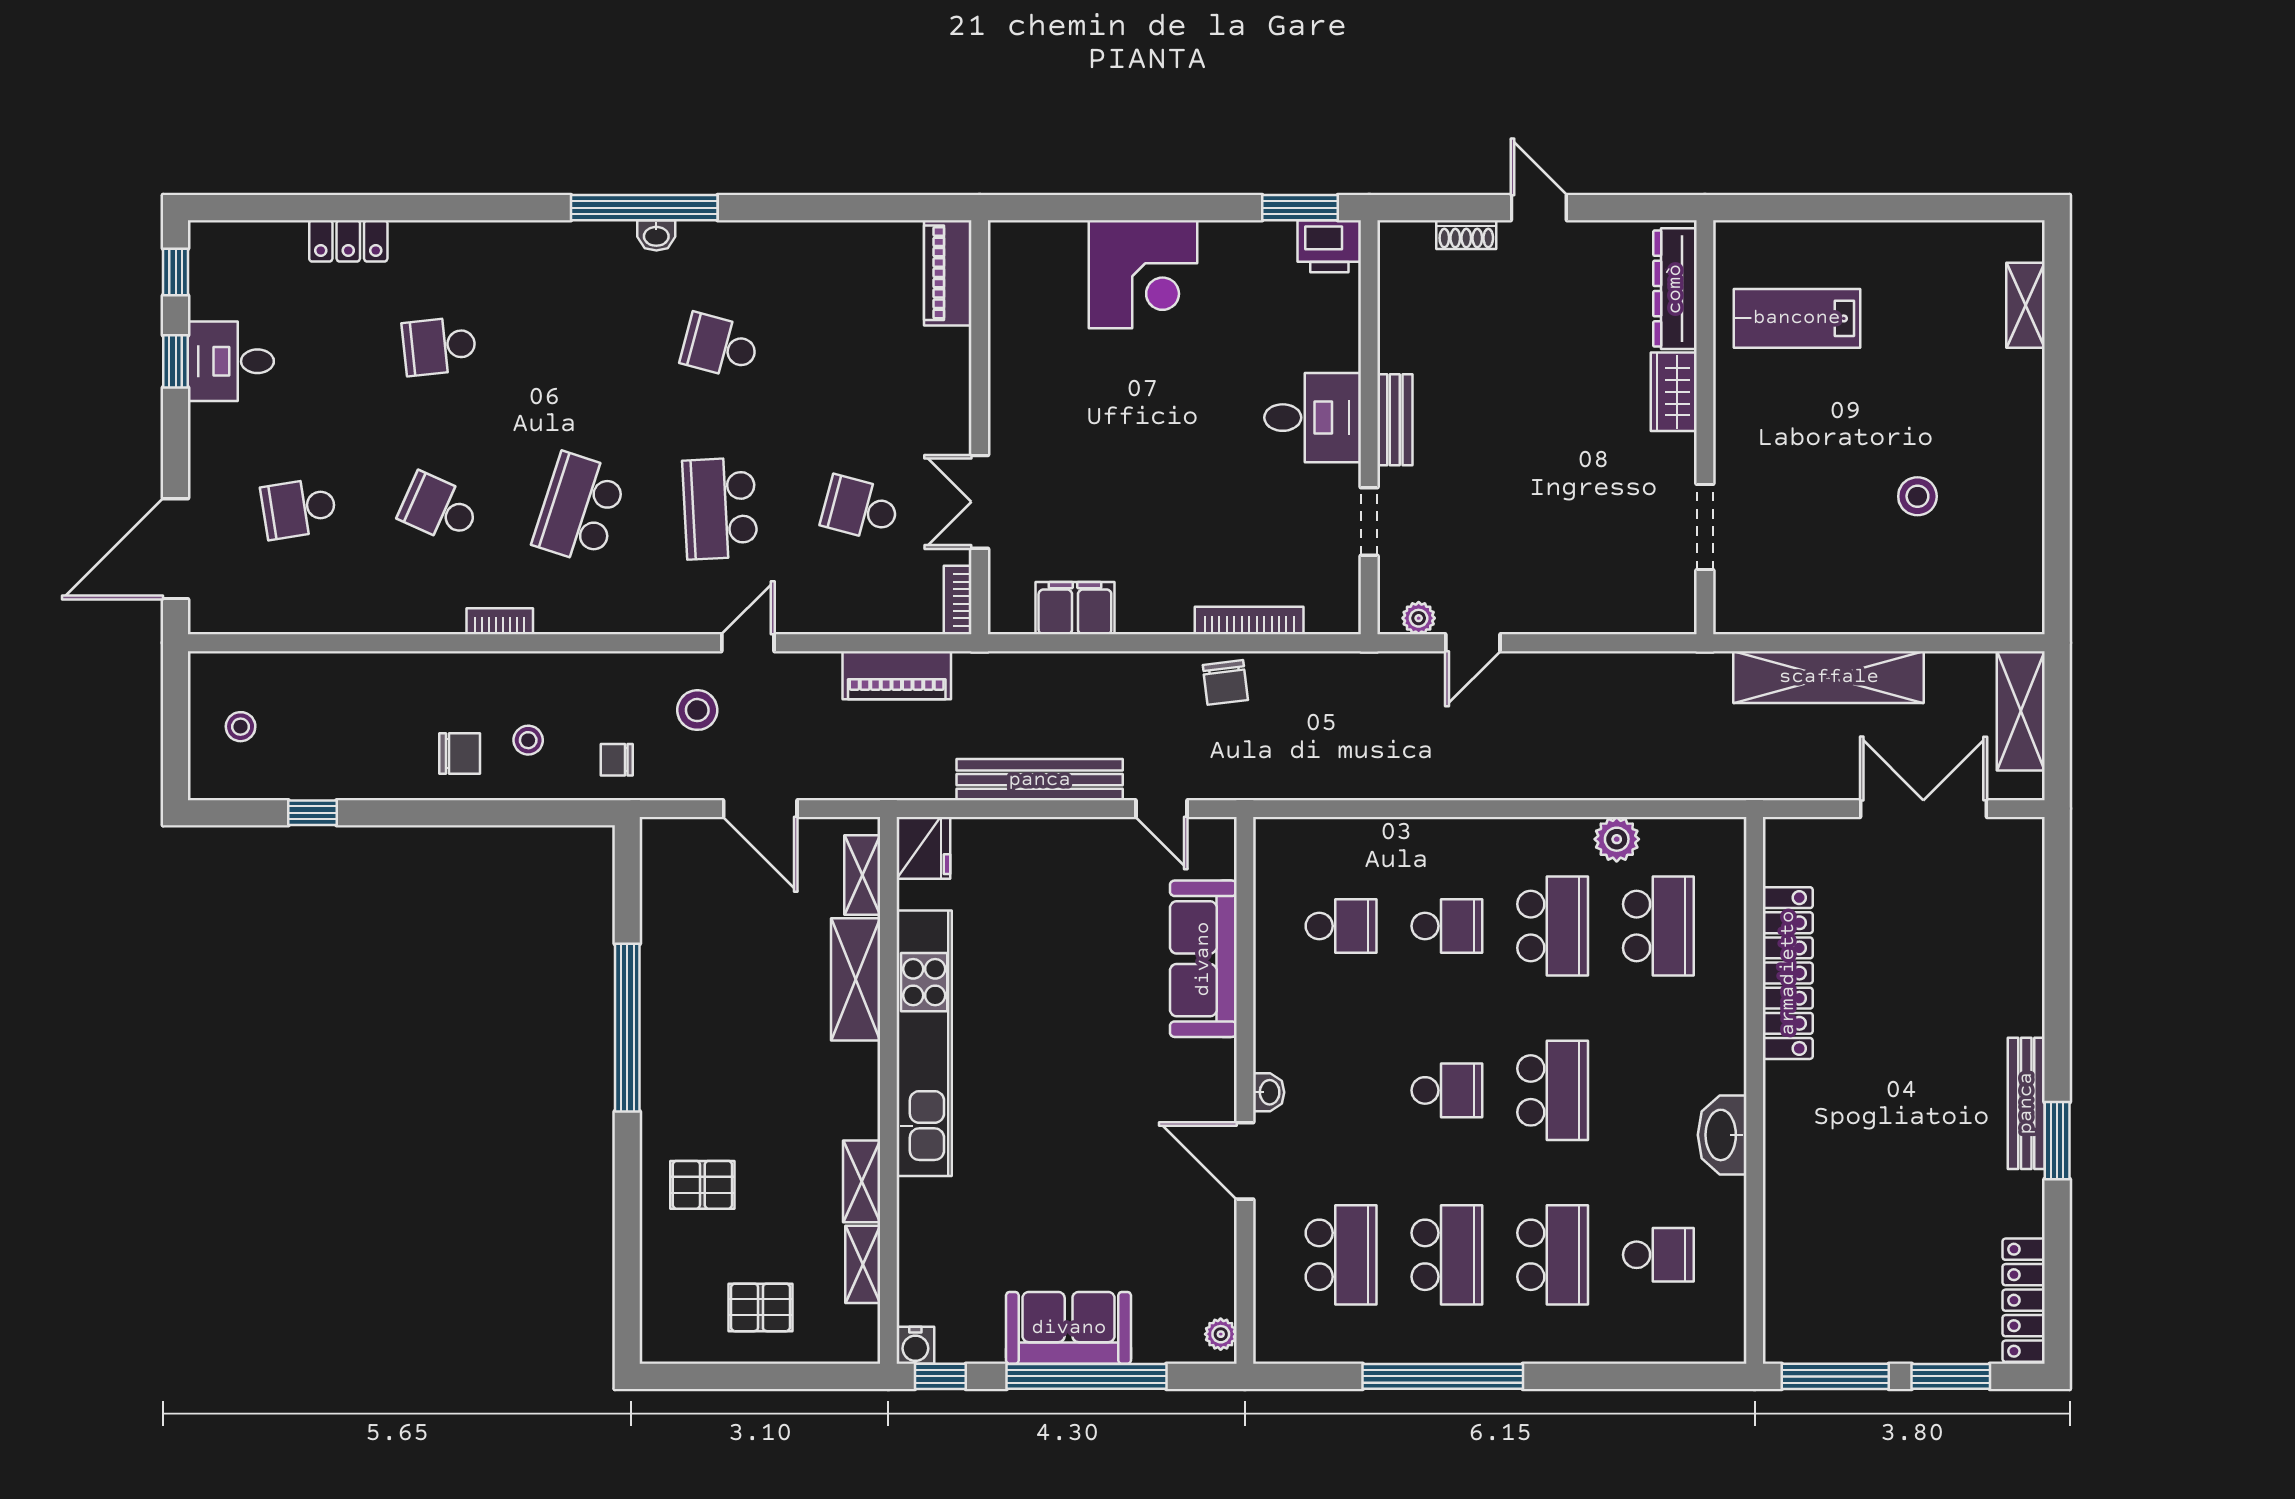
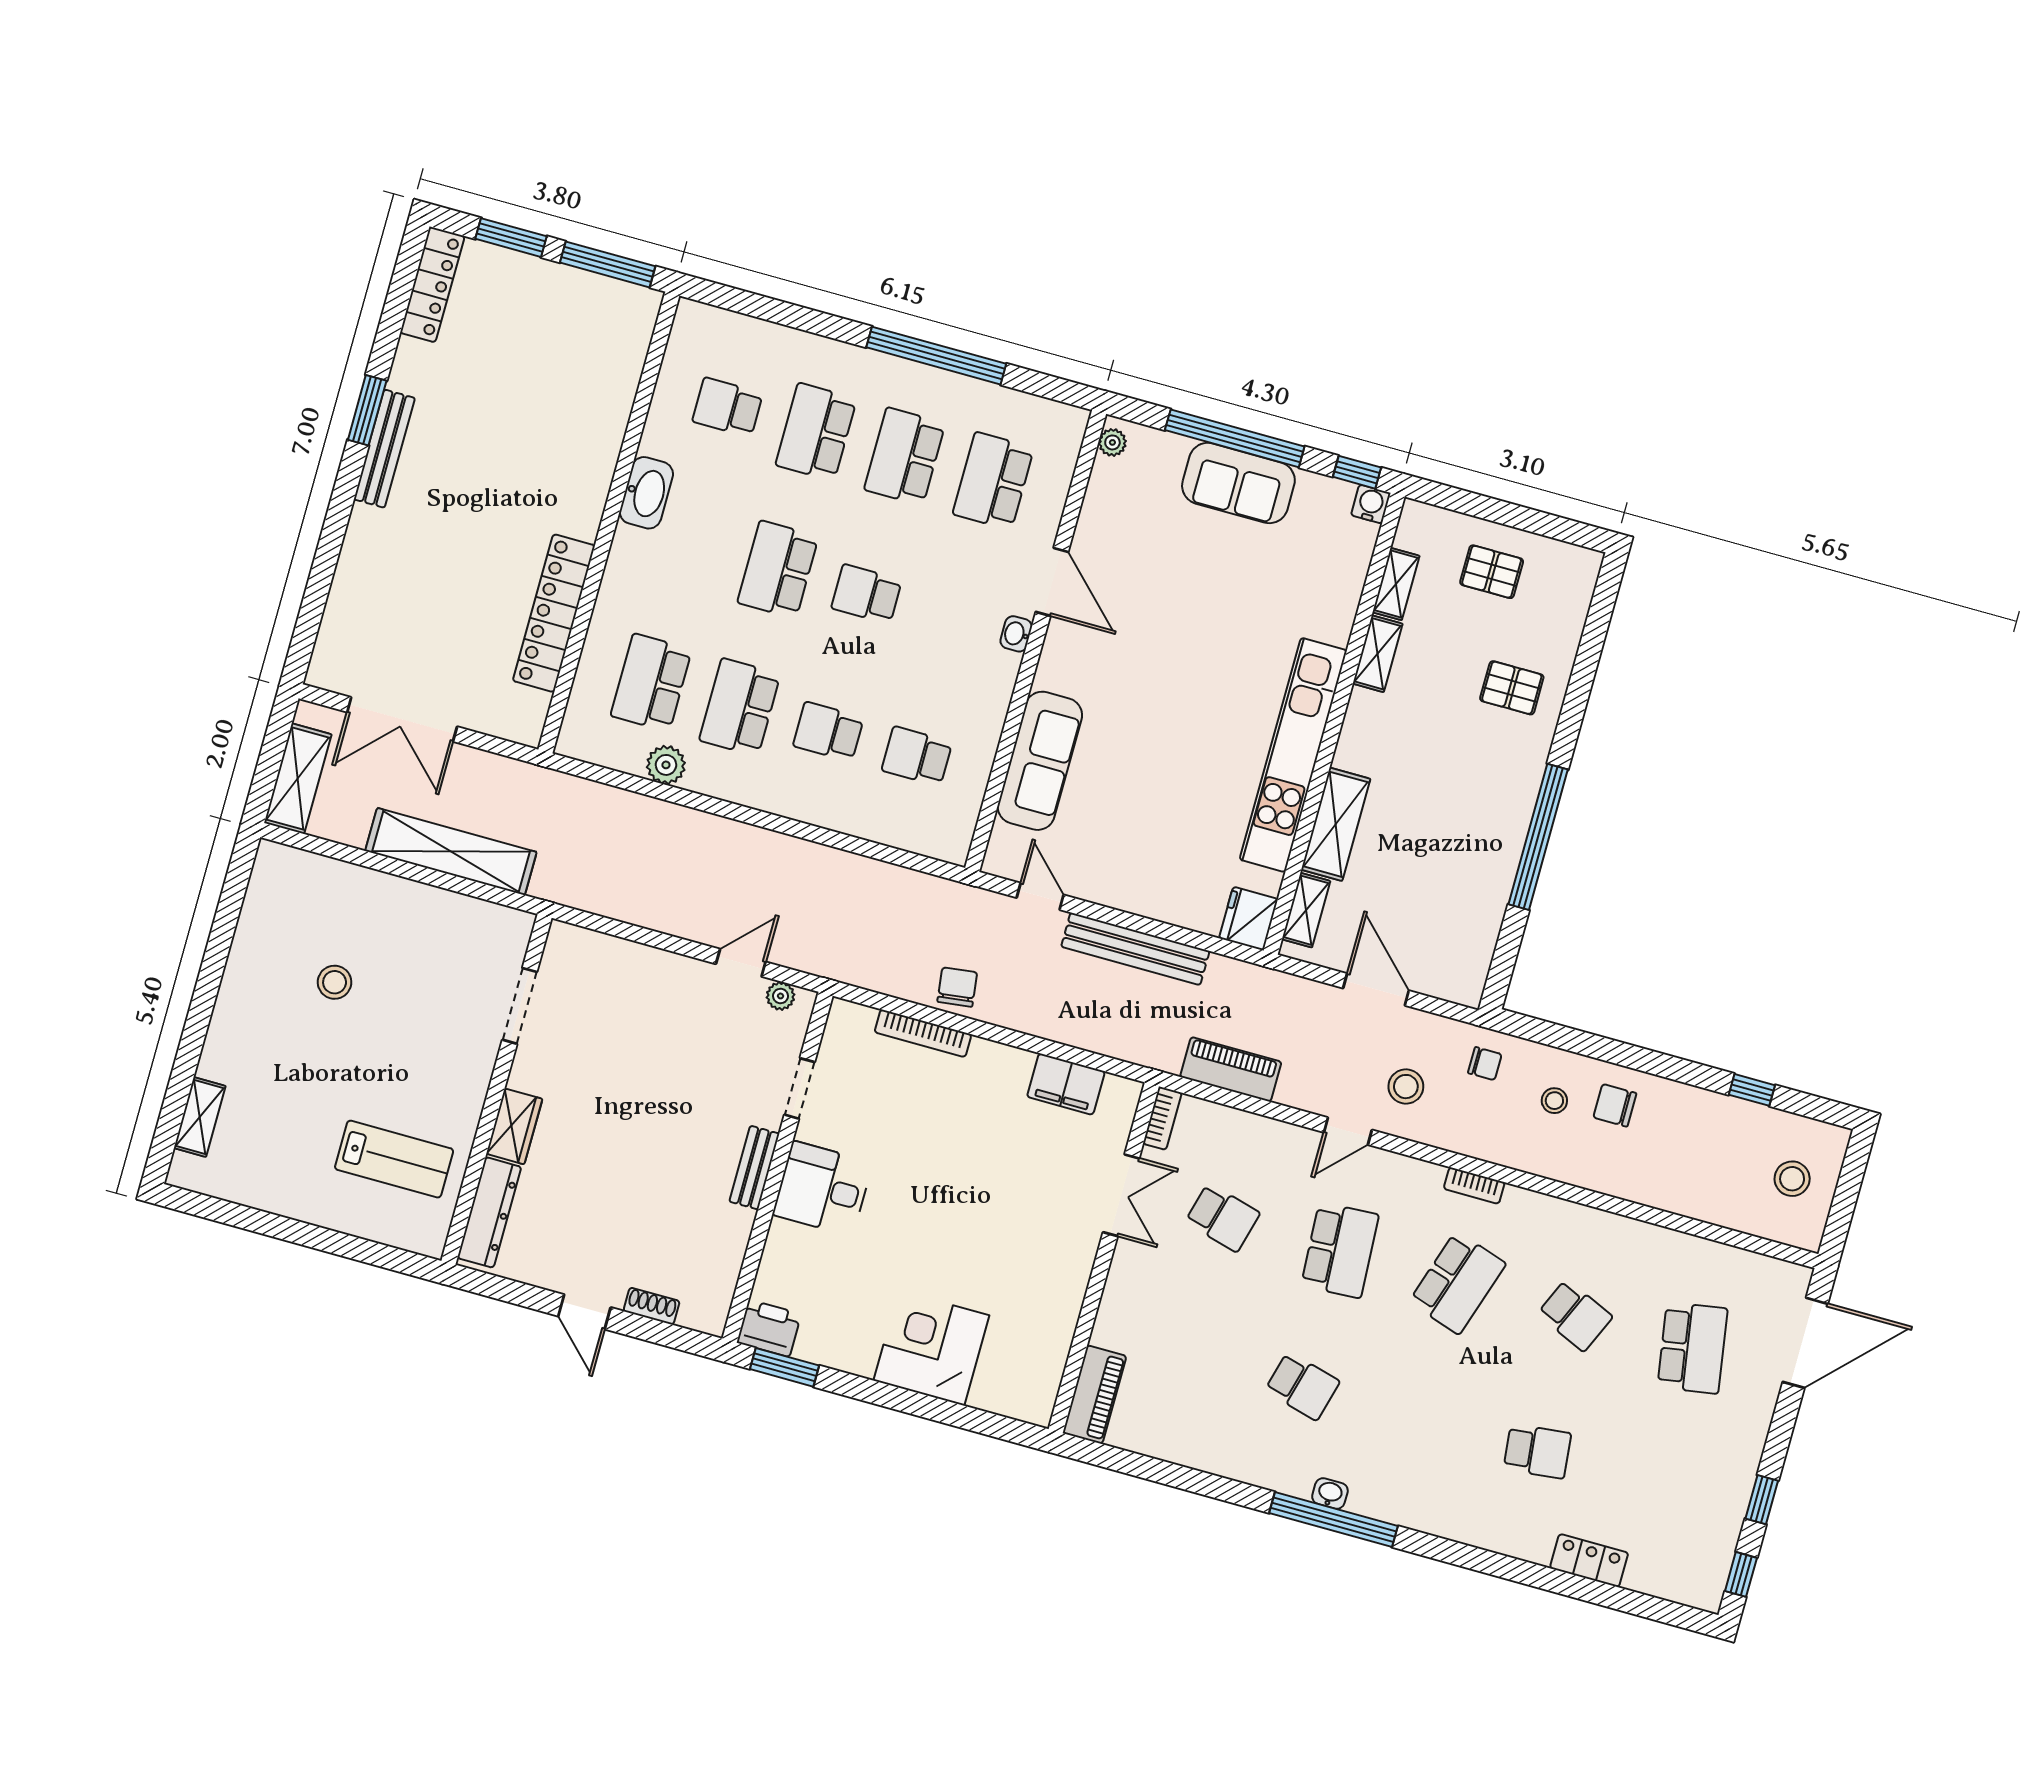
desk: (231, 361) -> (1715, 1487), removed
school desk: (299, 508) -> (1693, 1348), width x1.85
bookcase: (500, 621) -> (1474, 1186), moved
stool: (241, 727) -> (1792, 1179), width x1.37, depth x1.37

